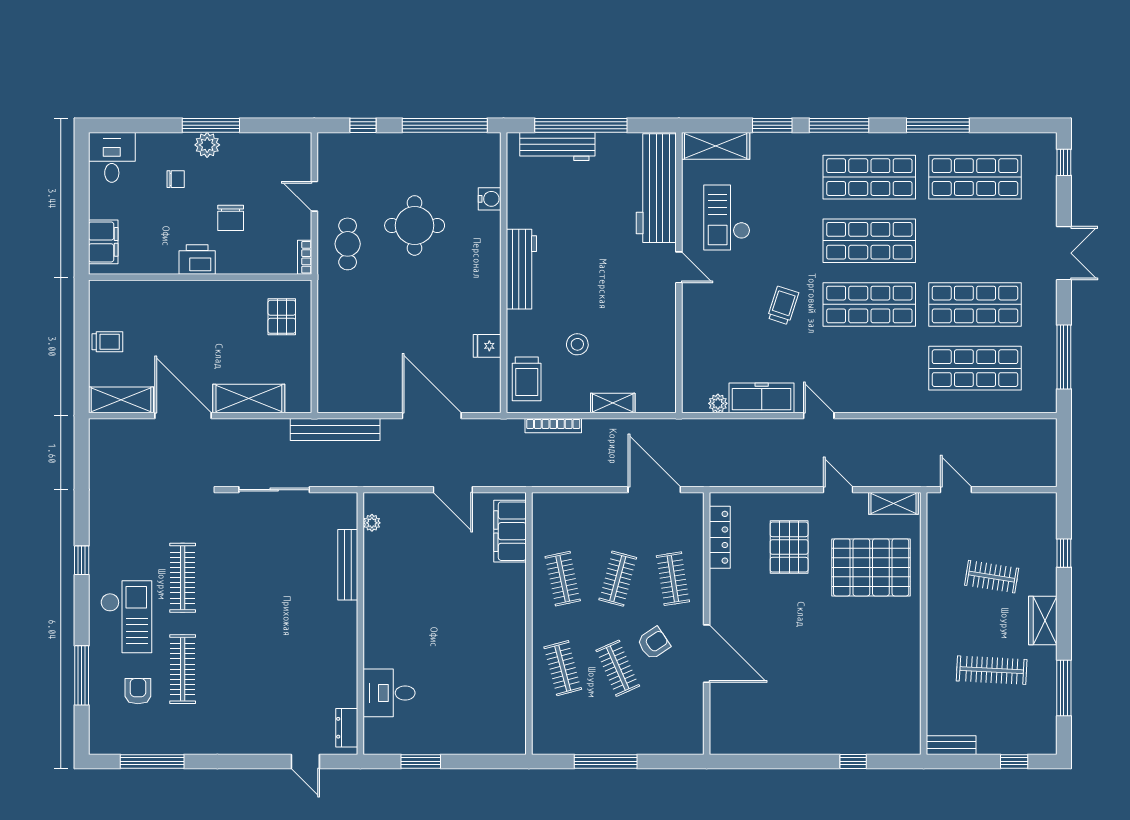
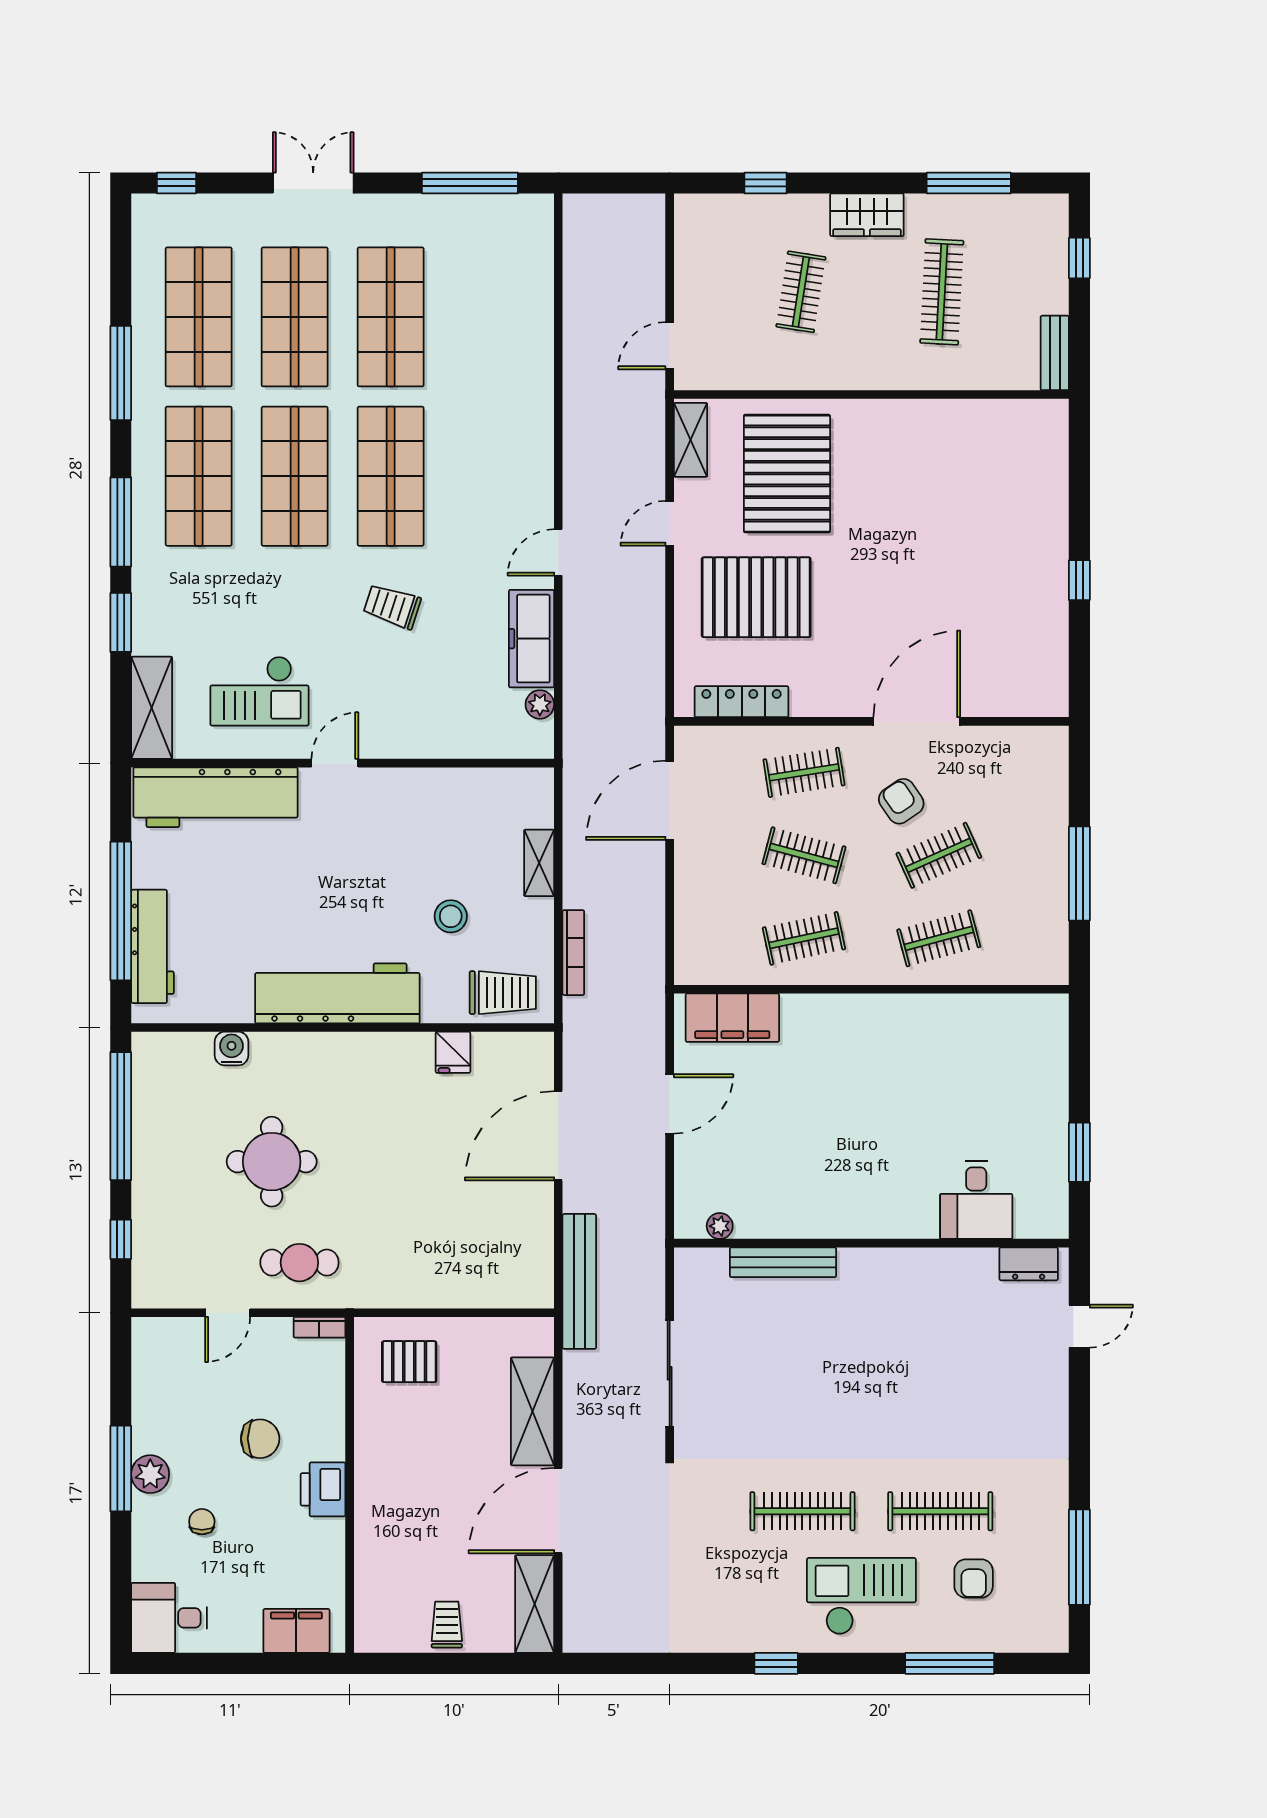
workbench: (521, 269) -> (337, 993), width x1.36, depth x1.32
shop shelf: (975, 368) -> (295, 317), moved
pallet: (789, 547) -> (756, 597), width x1.37, depth x1.41
armchair: (138, 691) -> (974, 1578), turned -90
window: (853, 761) -> (1079, 580), moved

